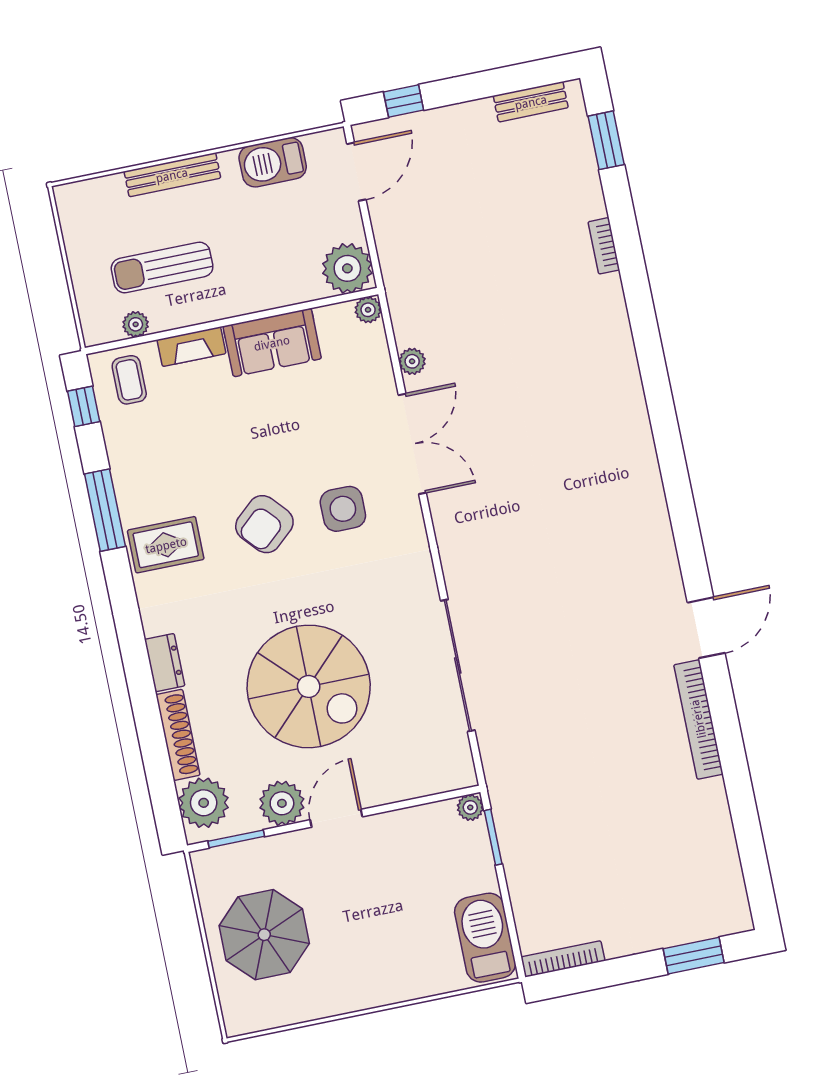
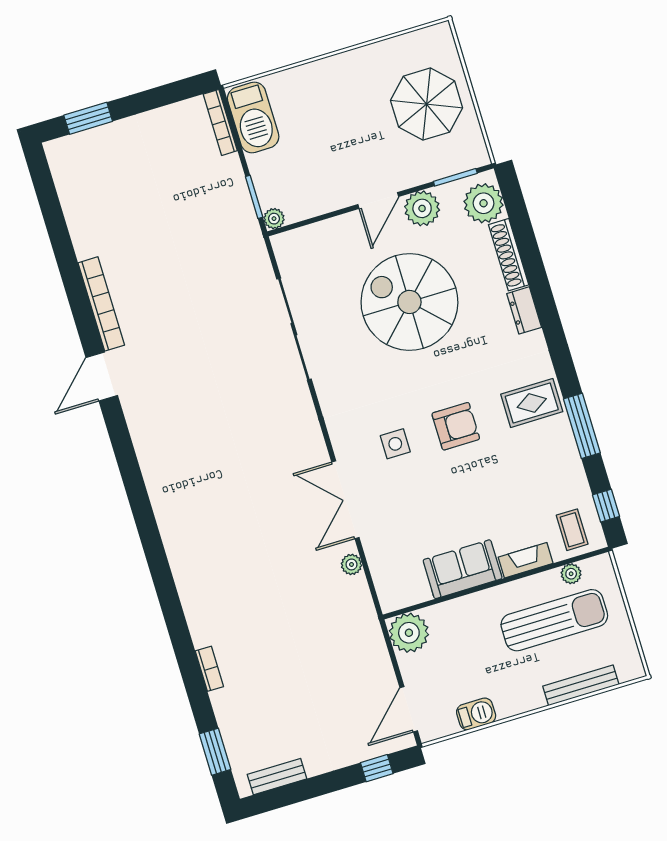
barbecue: (273, 162) -> (476, 714), width x0.73, depth x0.79
bench: (172, 175) -> (581, 685), moved
sun lounger: (162, 268) -> (554, 620), width x1.36, depth x1.34
plant: (368, 310) -> (390, 602), removed
side table: (343, 509) -> (395, 444), width x0.73, depth x0.73
armchair: (264, 524) -> (456, 426), turned 42
bookcase: (563, 959) -> (220, 122), moved, turned 90

